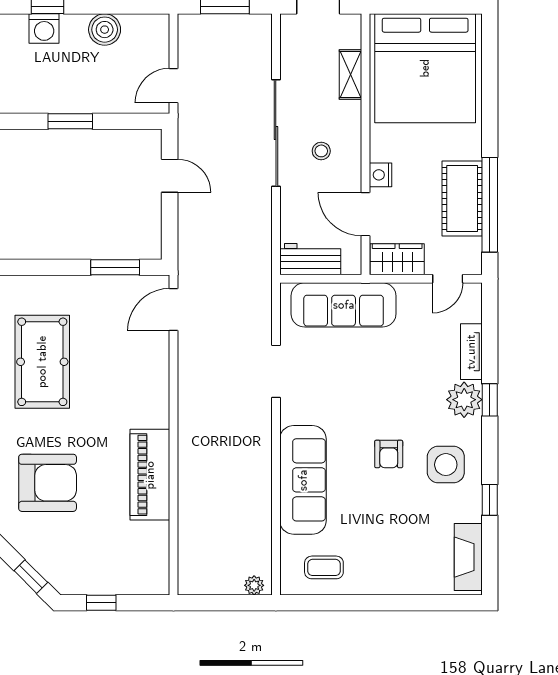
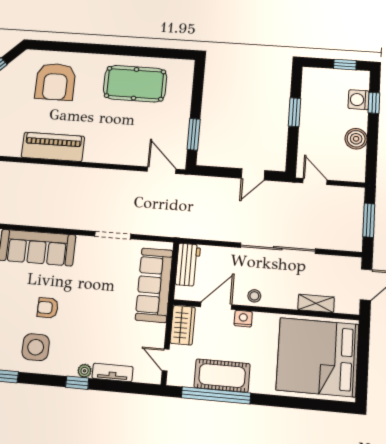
stool: (321, 151) -> (254, 296), moved
plant: (464, 400) -> (85, 371), width x0.53, depth x0.53

